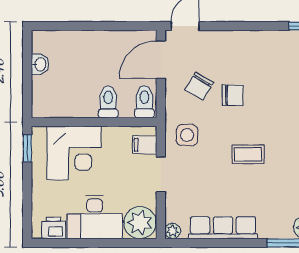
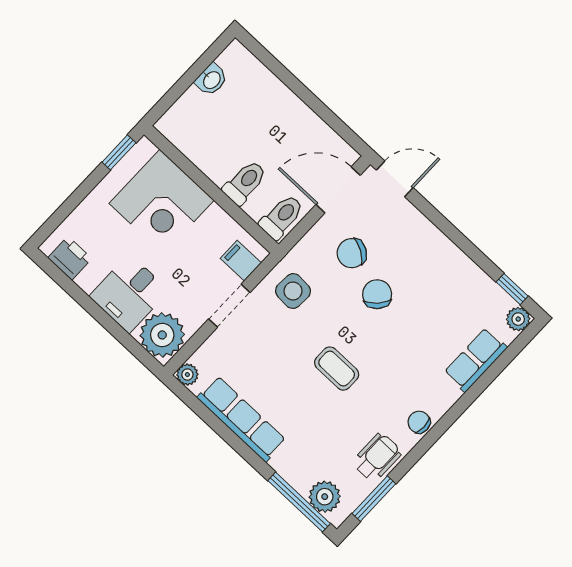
chair: (233, 95) -> (377, 294), turned -136
desk: (95, 217) -> (129, 293), width x0.73

